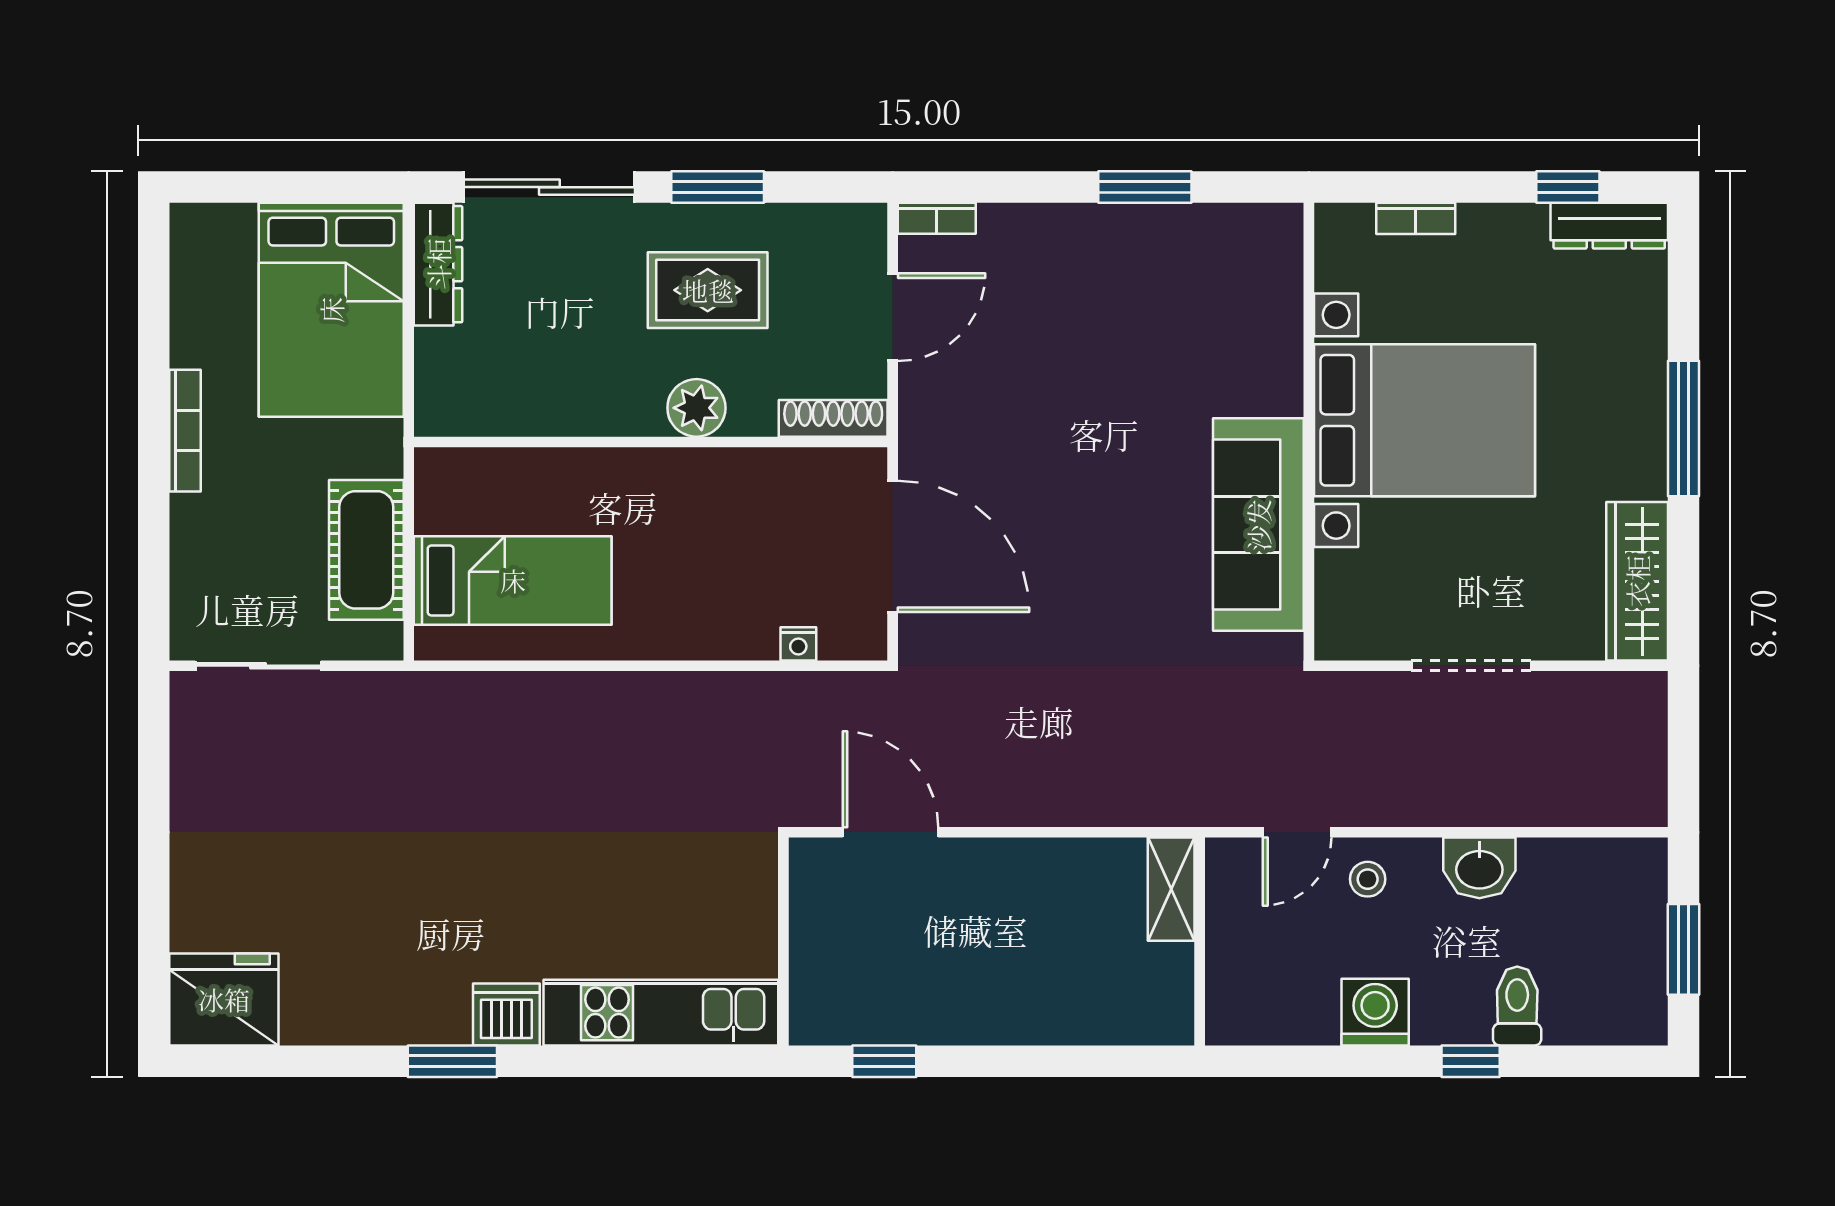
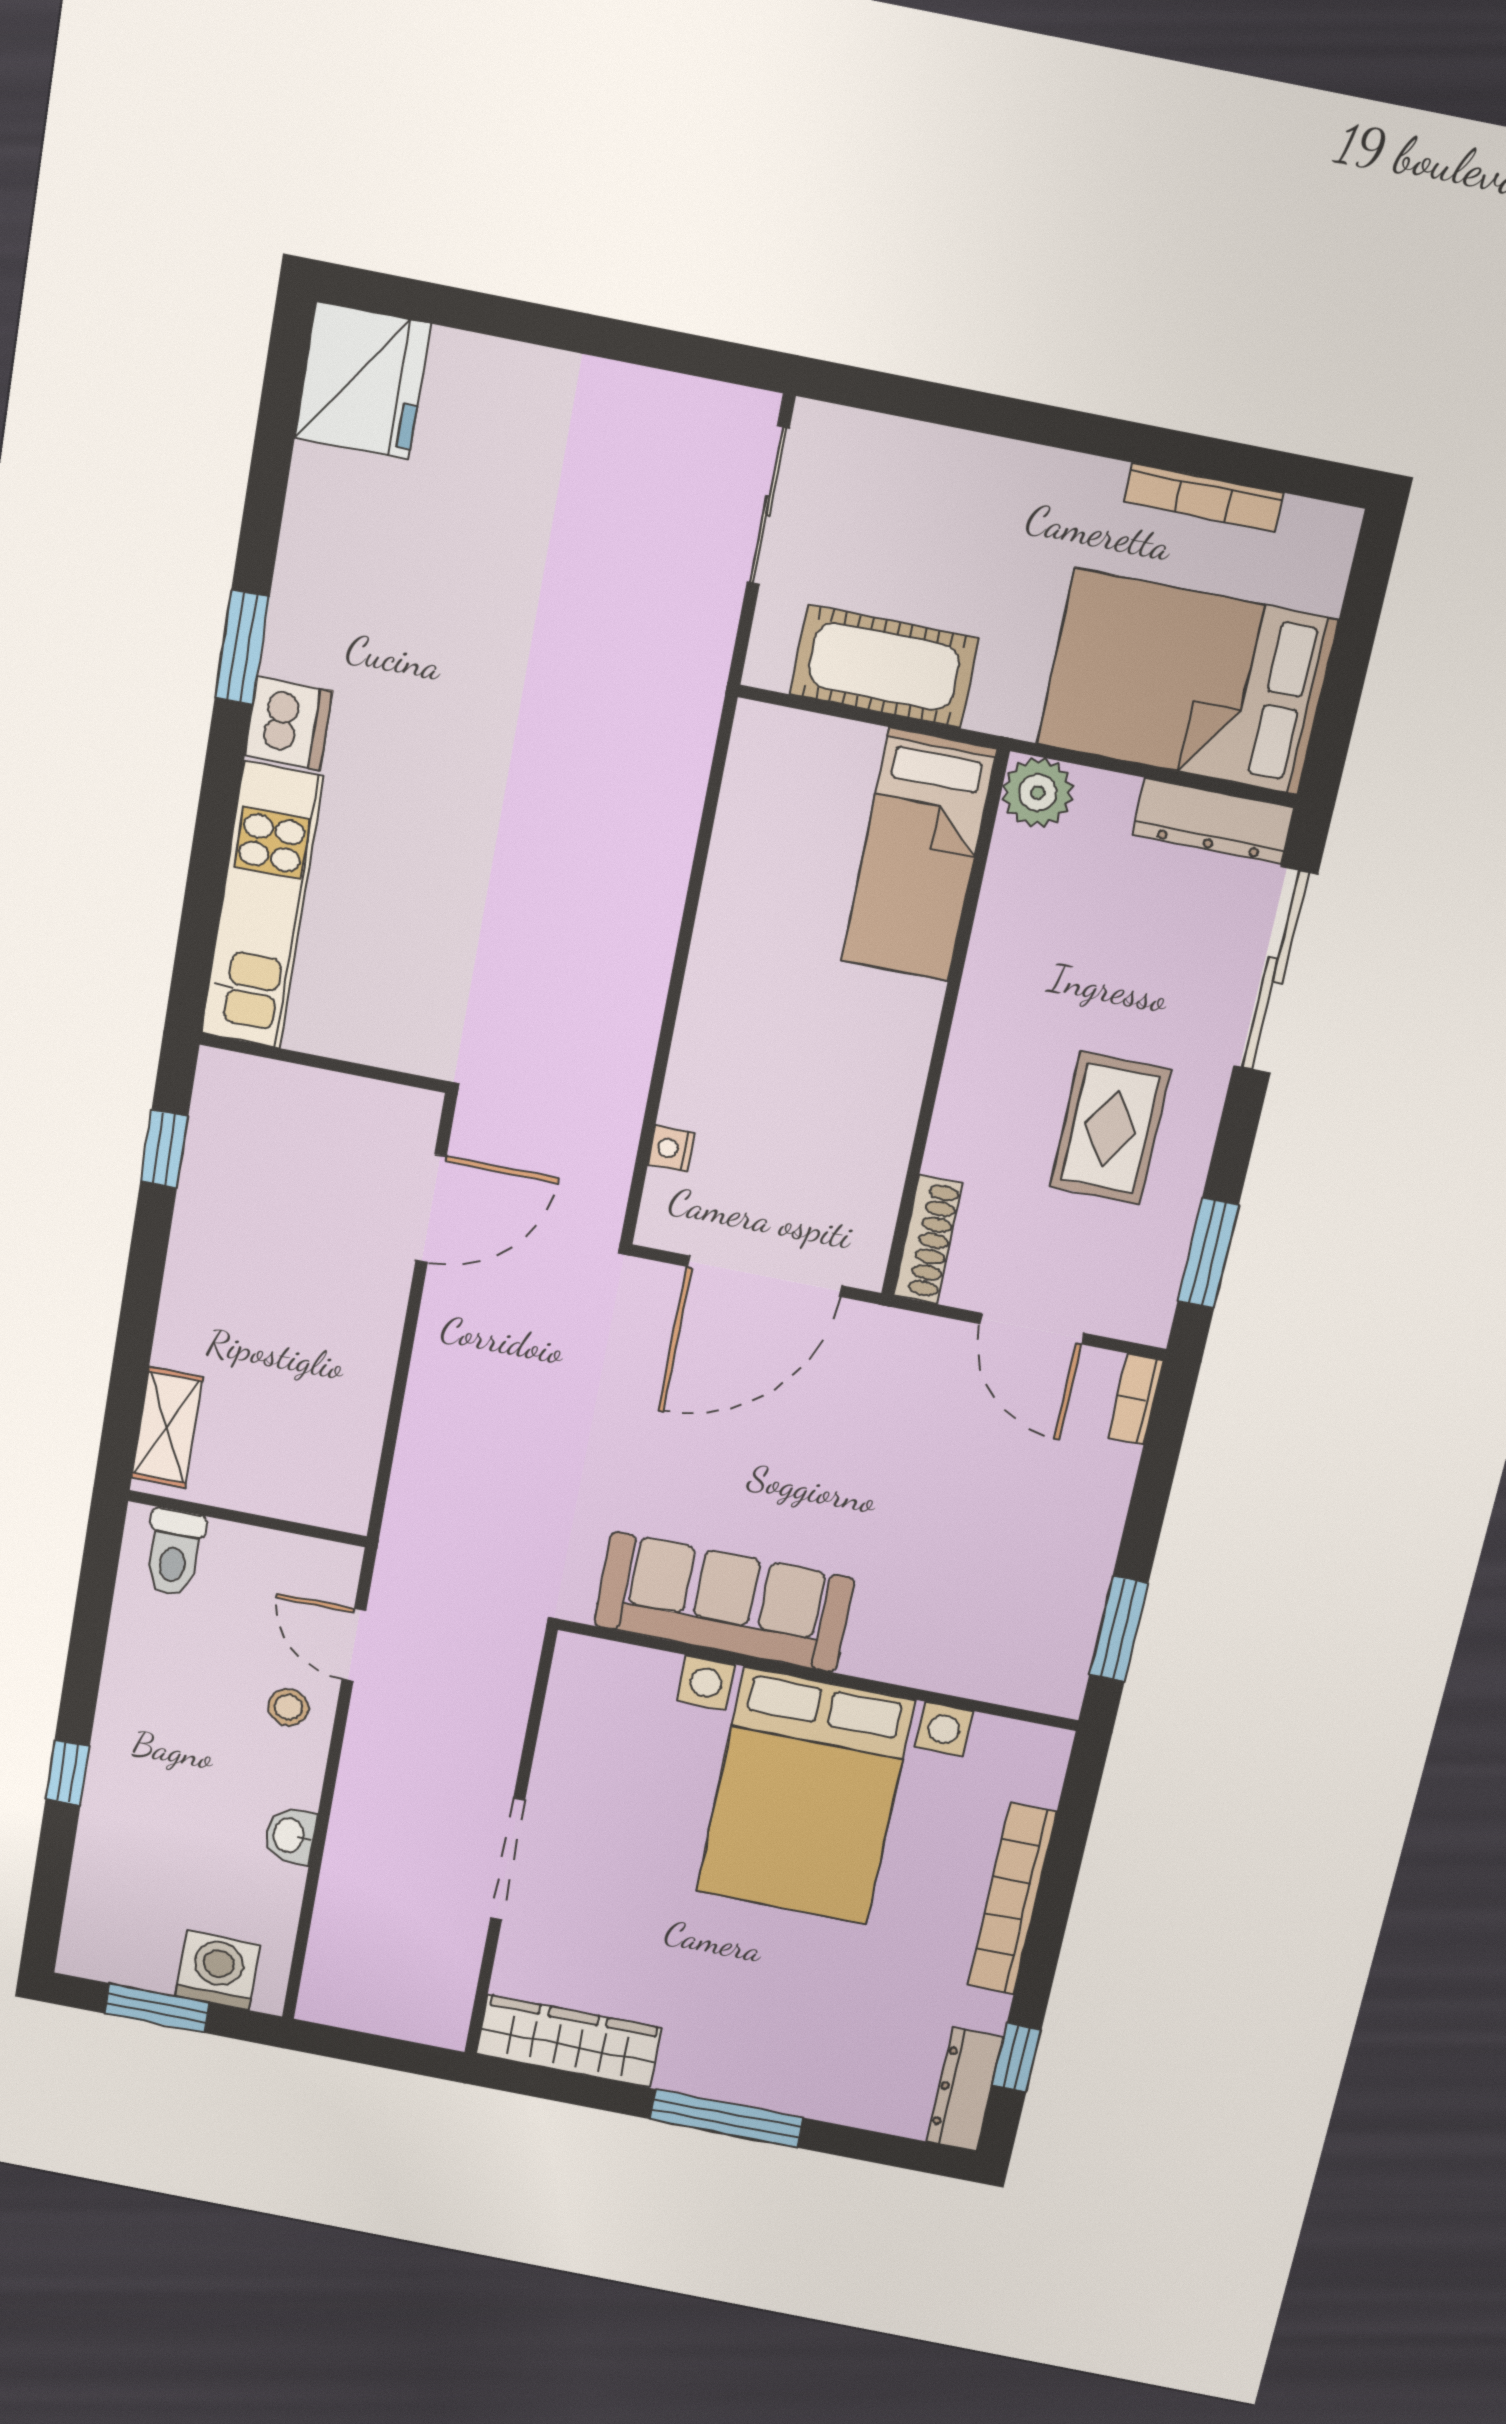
window: (718, 187) -> (1208, 1253), moved
bookcase: (1416, 218) -> (1012, 1899), width x2.31, depth x1.31
plant: (696, 408) -> (1038, 793), moved
bed with nightstands: (1424, 420) -> (805, 1796), moved
bookcase: (185, 431) -> (1204, 497), moved
wall: (1309, 432) -> (818, 1675), moved
sofa: (1258, 525) -> (724, 1602), moved
bed: (513, 580) -> (919, 855), moved
washbasin: (1479, 868) -> (290, 1835), width x0.72, depth x0.69
shelving: (1171, 889) -> (167, 1427), moved, turned 90
toilet: (1517, 1006) -> (174, 1553), moved, turned 90
washing machine: (1375, 1012) -> (218, 1970), moved, turned -90

